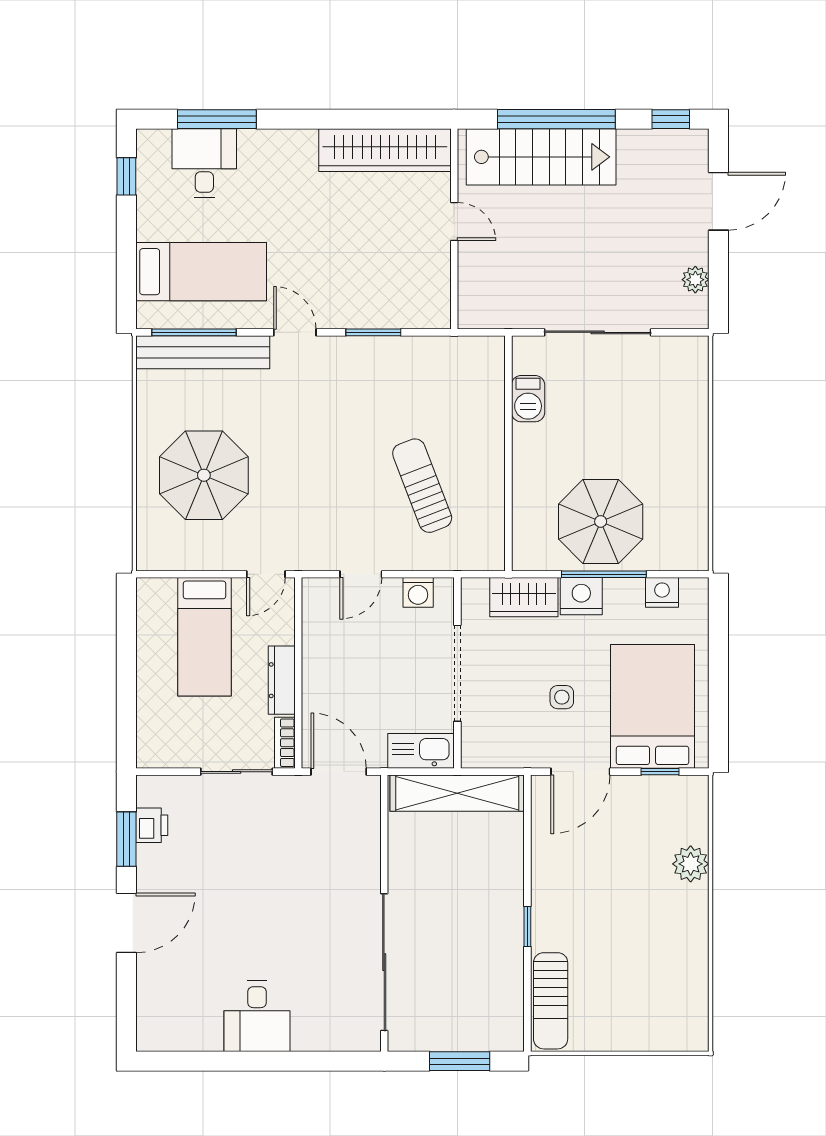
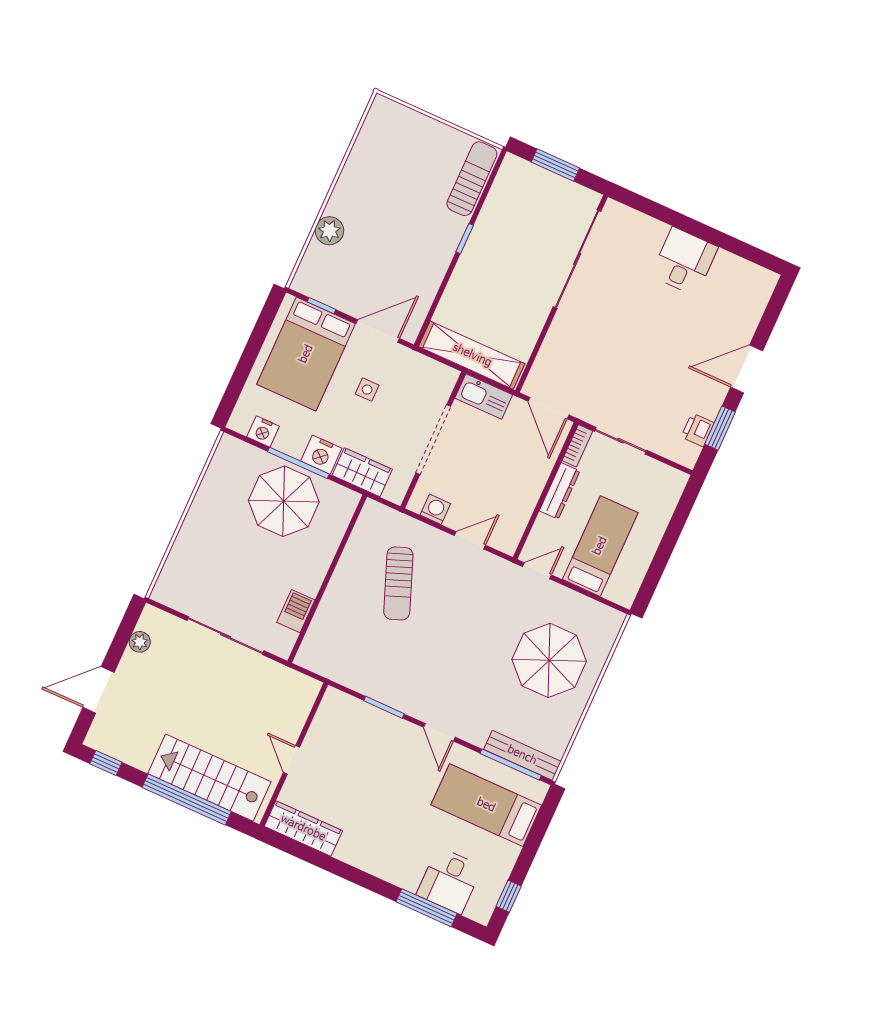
wardrobe: (385, 150) -> (303, 828), width x0.71, depth x0.85
bench: (203, 352) -> (522, 755), width x0.73, depth x0.82

